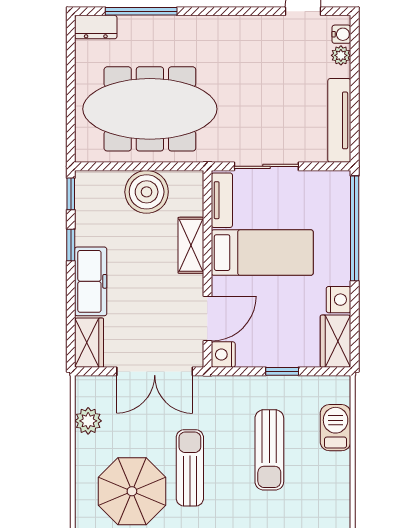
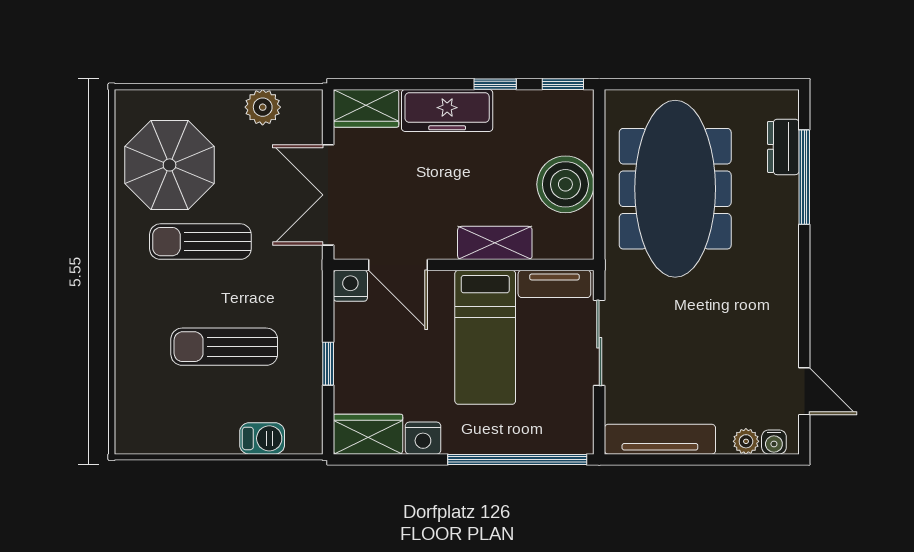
dresser: (96, 27) -> (783, 147), moved
barbecue: (336, 428) -> (262, 438), width x0.73, depth x0.79
sun lounger: (190, 468) -> (200, 242), turned 180

